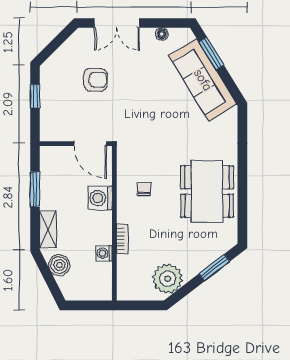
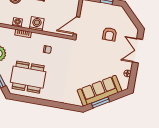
window: (211, 53) -> (100, 102), moved
dining table: (207, 192) -> (28, 77), moved
washing machine: (100, 198) -> (37, 24), moved

